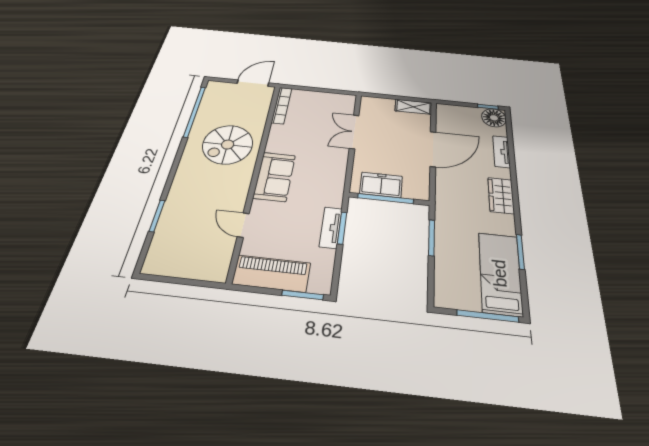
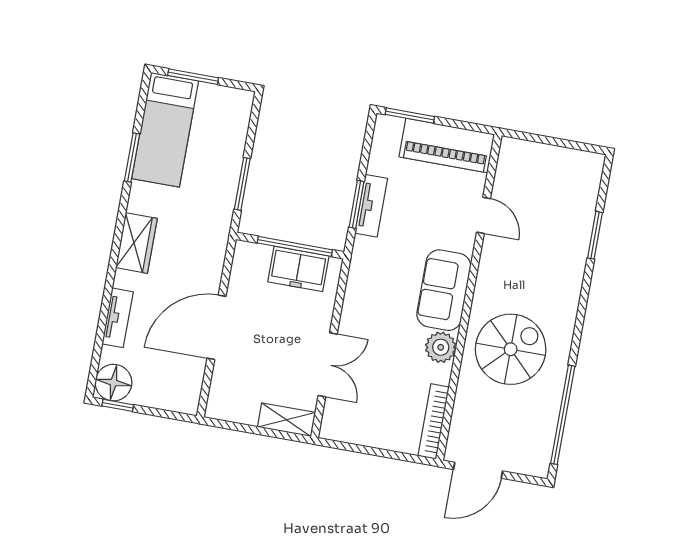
shelving: (413, 107) -> (286, 420), moved
plant: (277, 144) -> (441, 347), added
window: (488, 316) -> (193, 77), width x0.69

